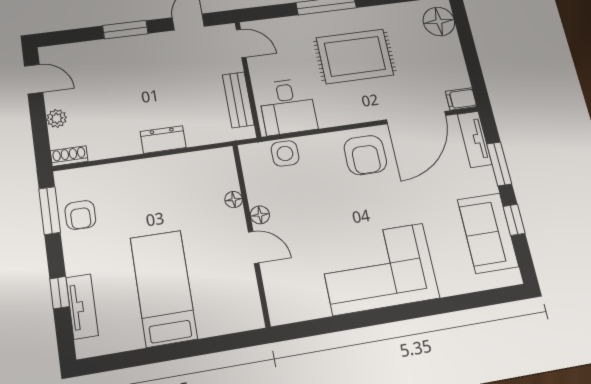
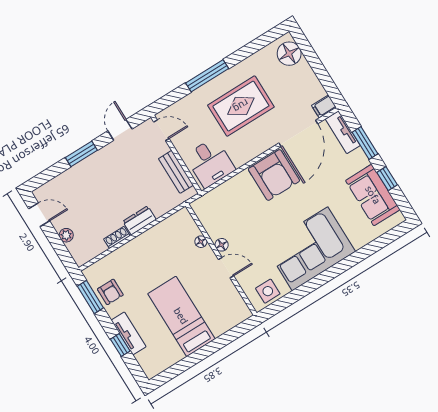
side table: (285, 153) -> (268, 291), moved
armchair: (365, 155) -> (274, 175), width x1.36, depth x1.36
shoe rack: (69, 156) -> (117, 237), moved
tv unit: (82, 306) -> (129, 333), moved

